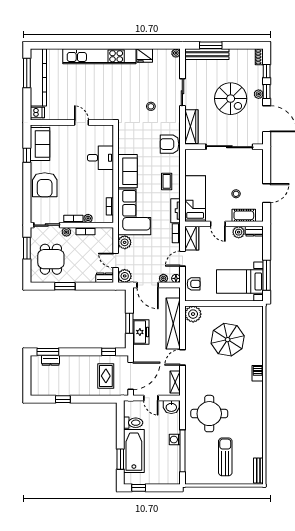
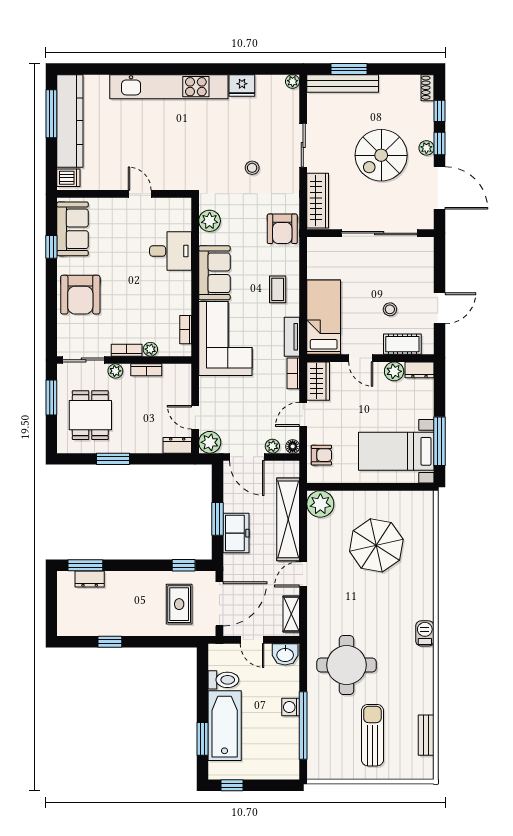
spiral stairs: (231, 99) -> (381, 155), turned 90
armchair: (170, 144) -> (282, 229), turned -90
plant: (125, 242) -> (210, 221), moved
barbecue: (258, 373) -> (425, 633), moved
bench: (258, 471) -> (426, 735), moved

